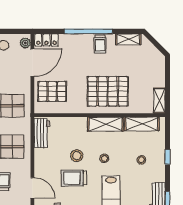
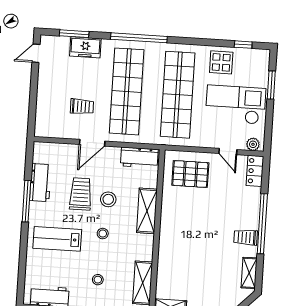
door: (32, 63) -> (228, 152), width x0.53
pallet: (52, 91) -> (190, 174), turned 90
pallet: (108, 91) -> (186, 243), removed
shelving: (106, 124) -> (147, 211), moved
door: (32, 188) -> (92, 143), moved

